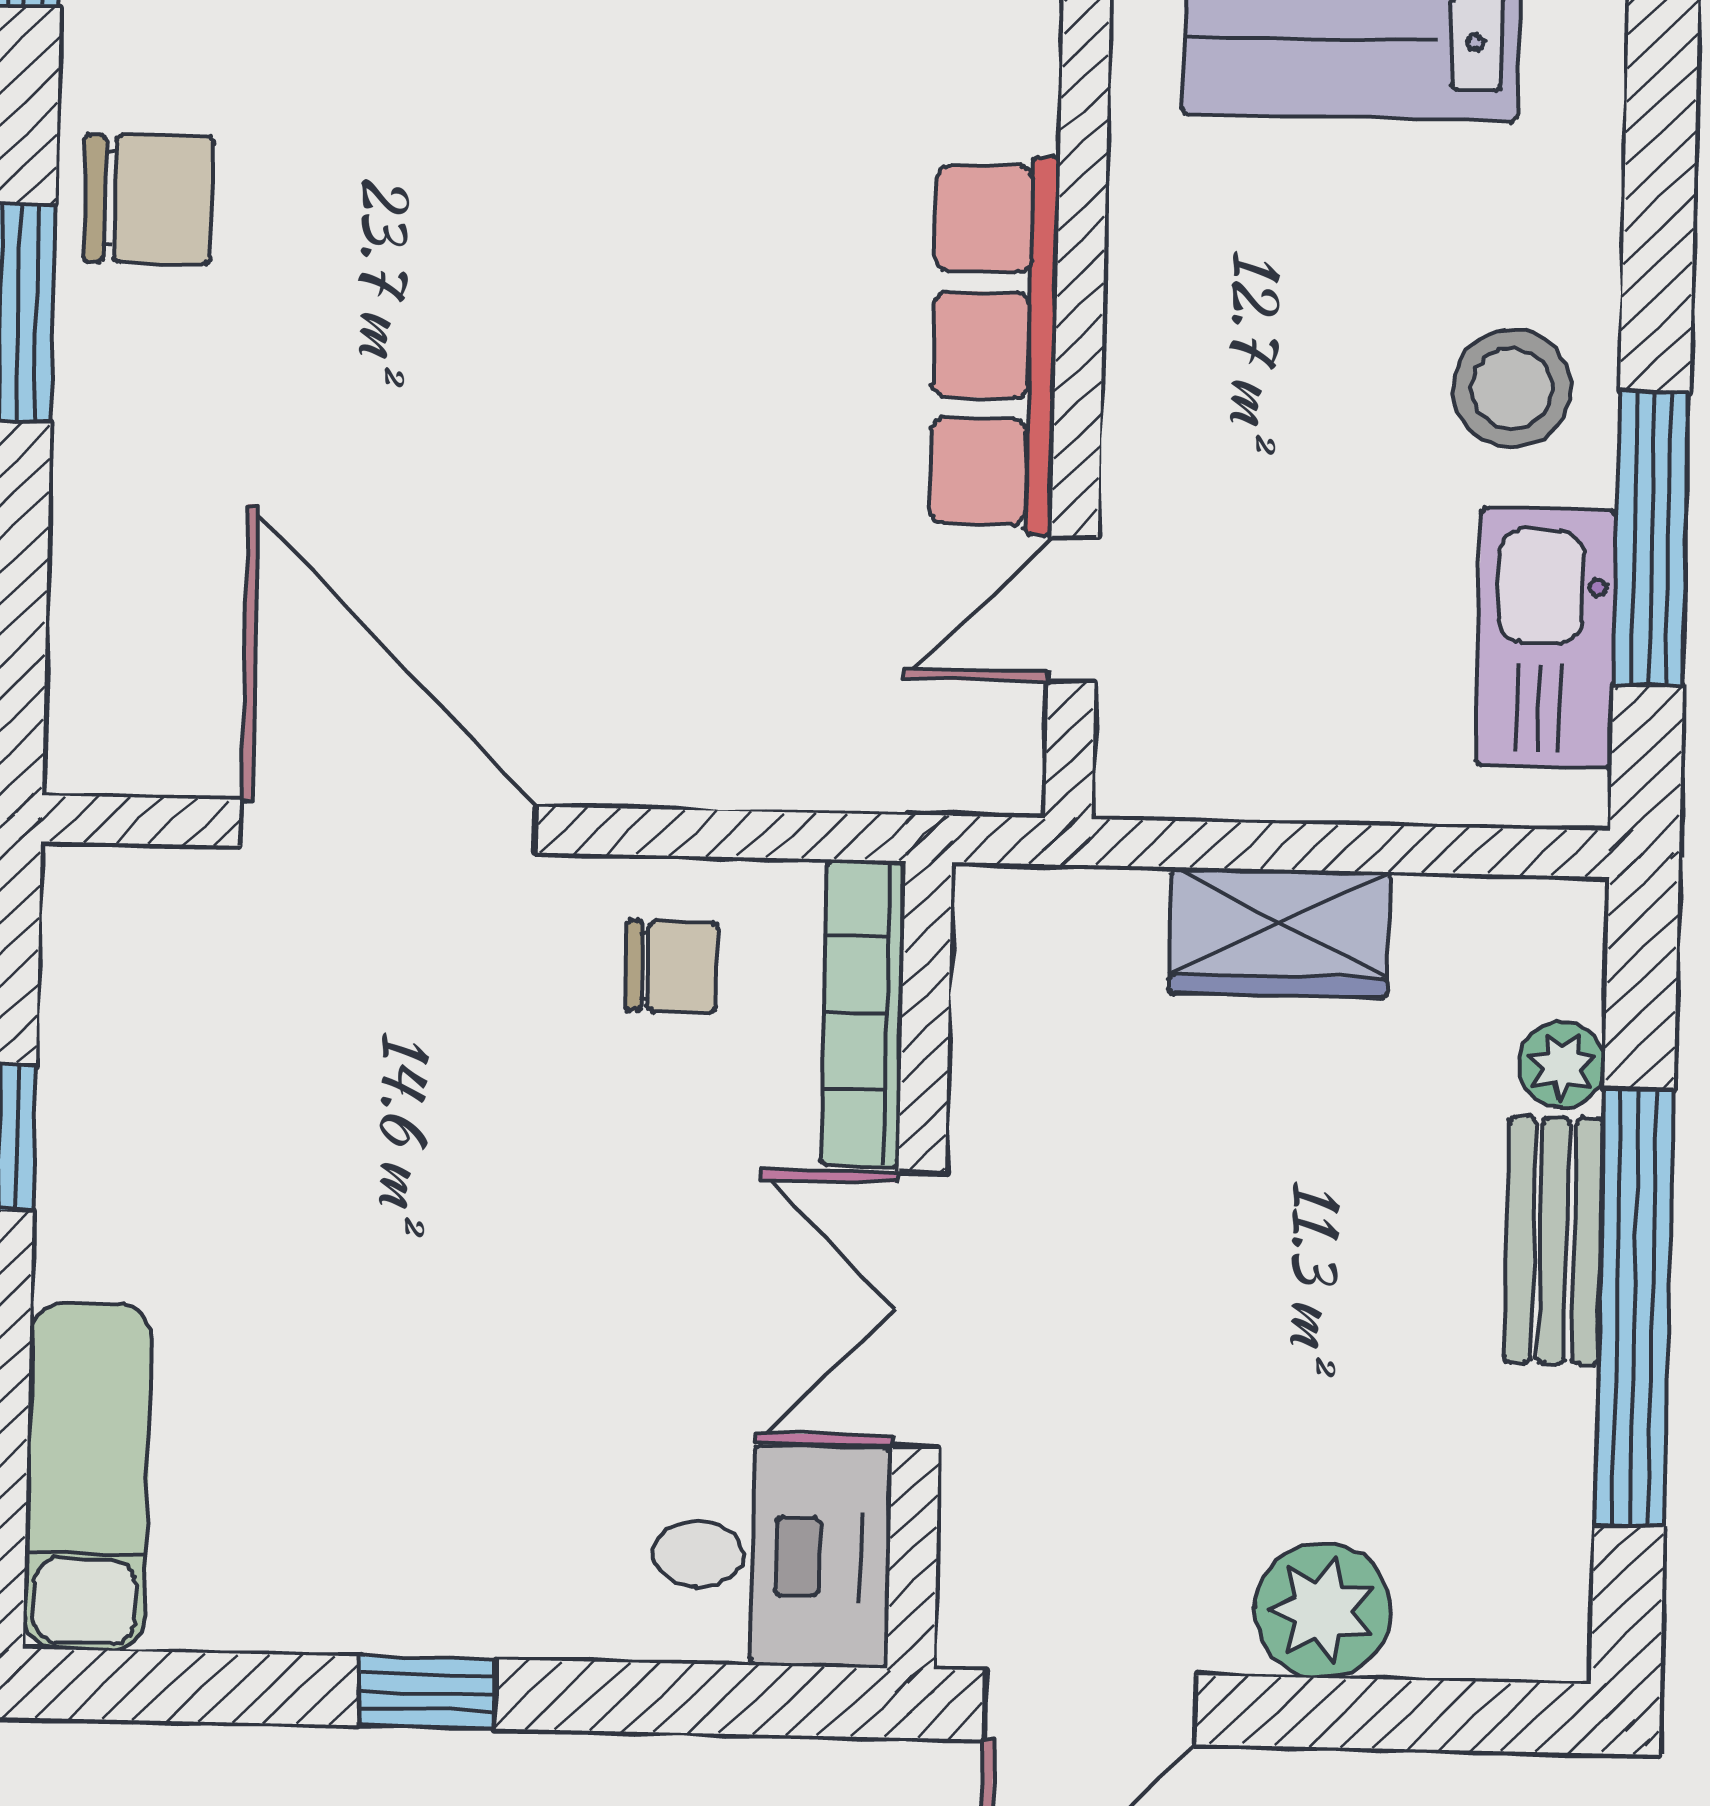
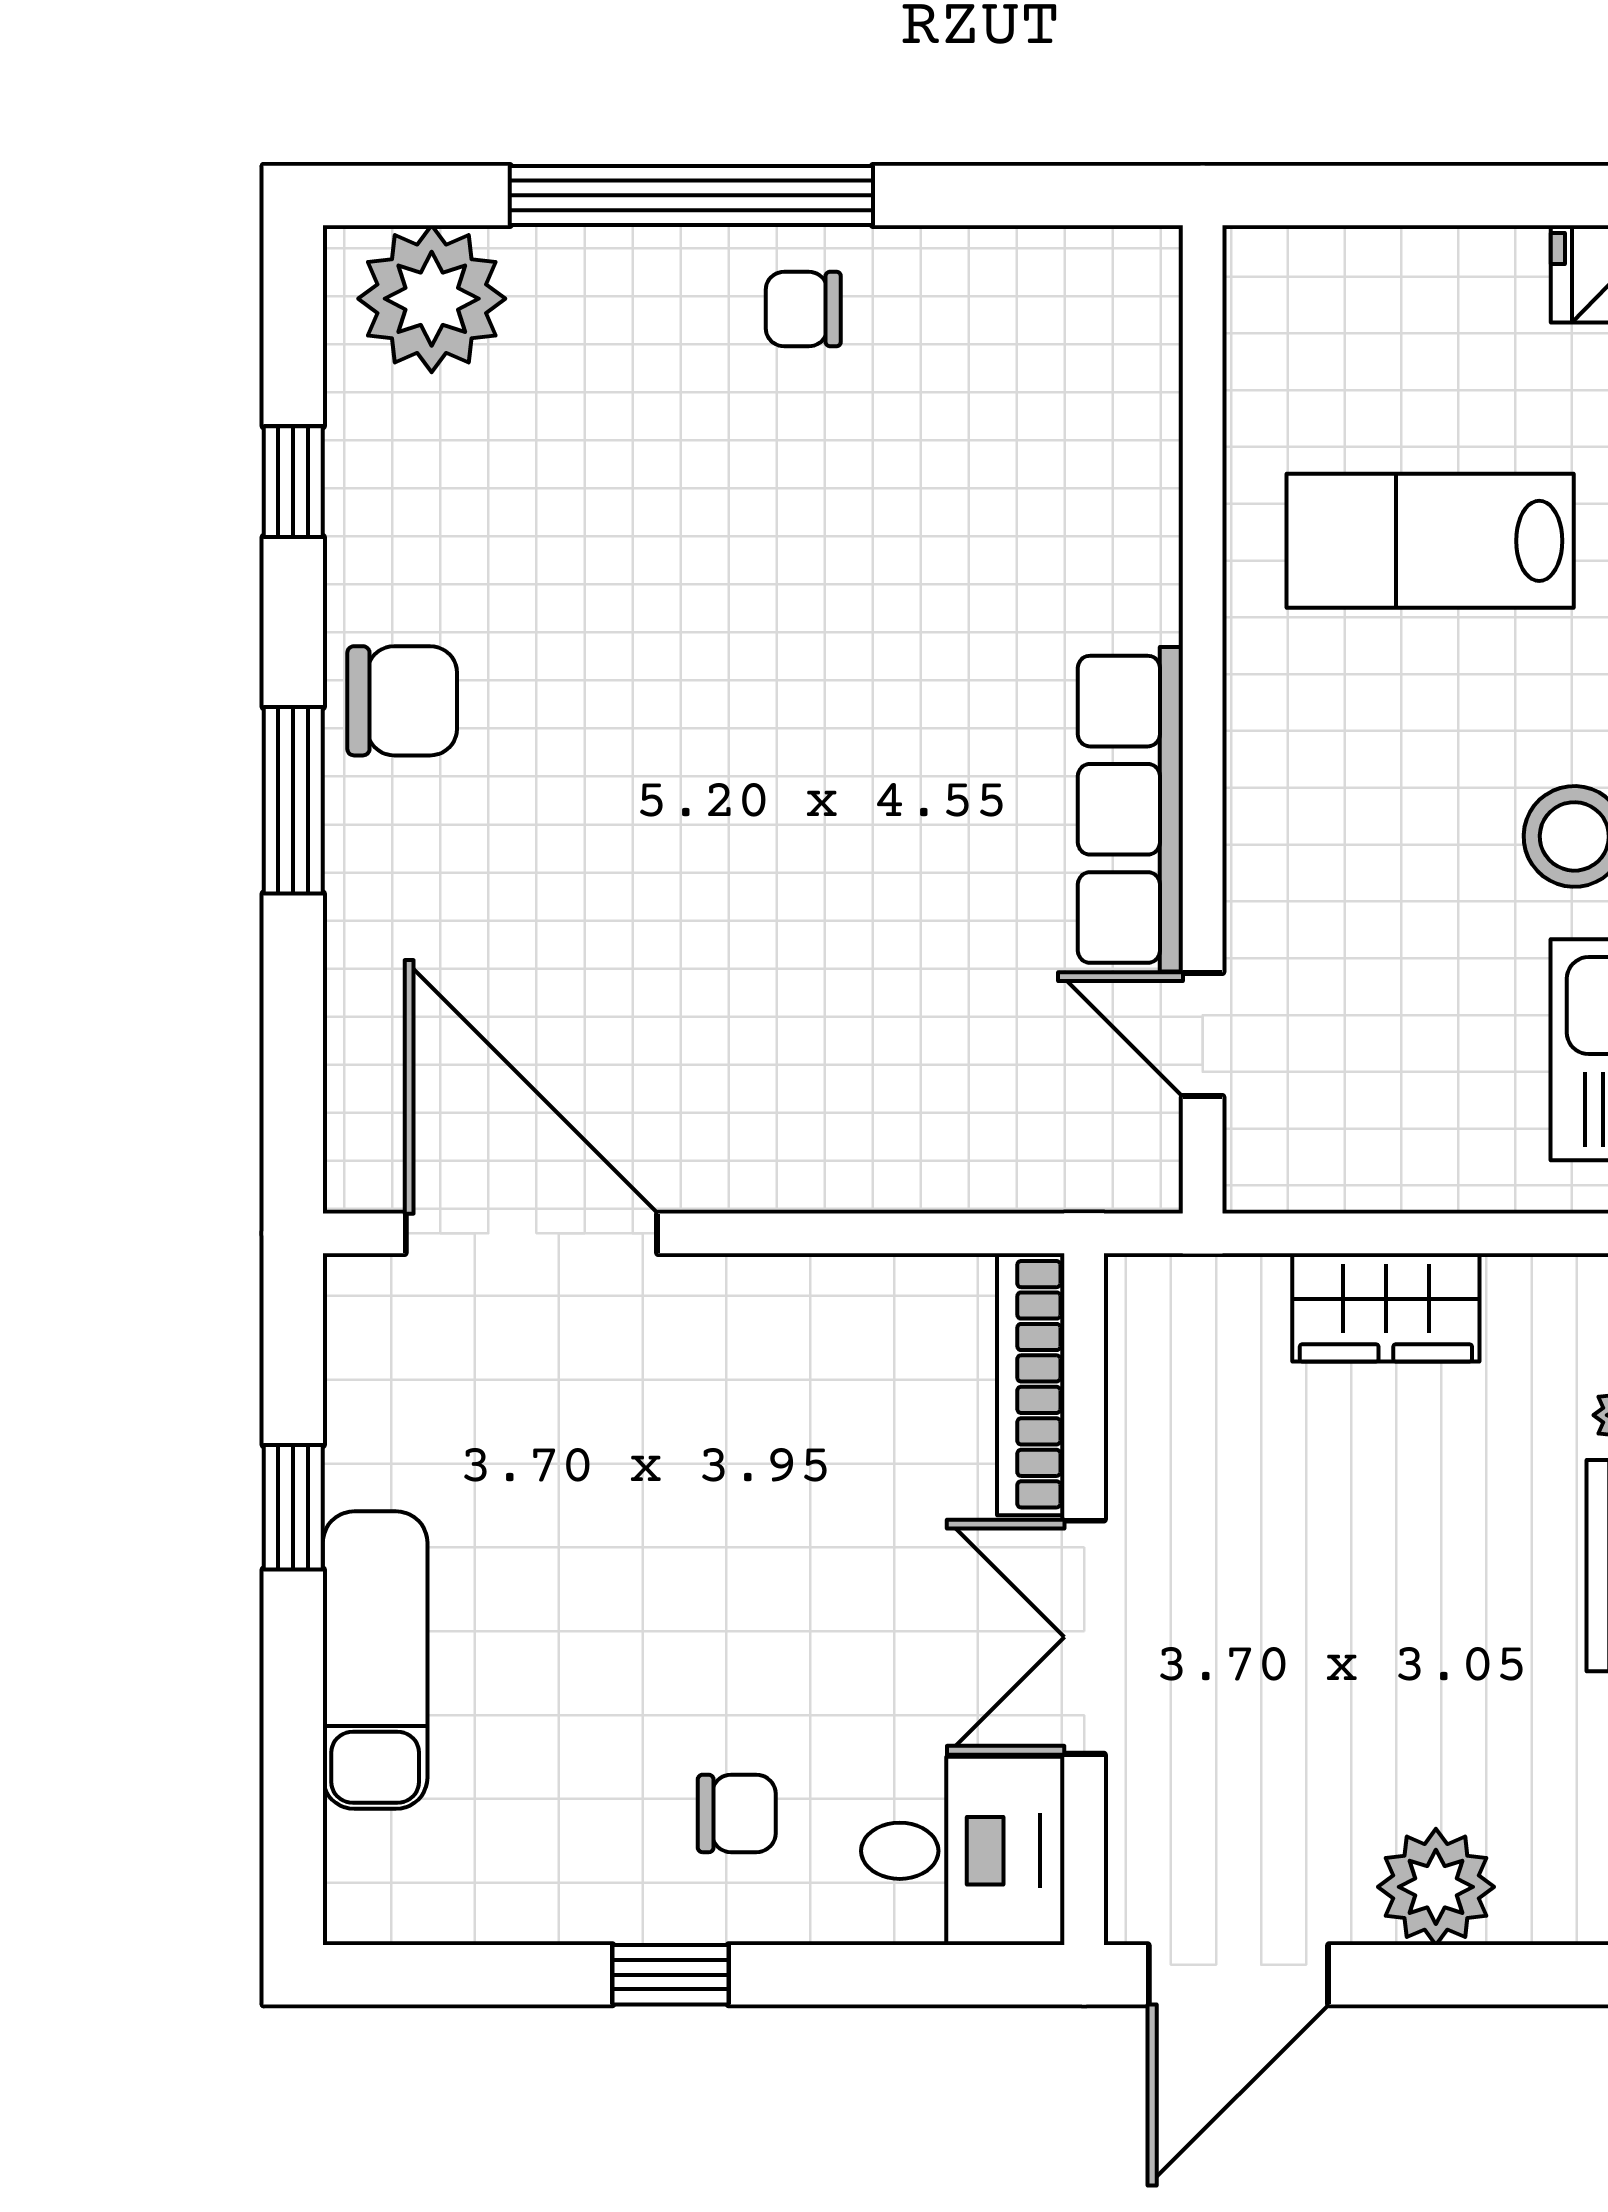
door: (1073, 610) -> (1203, 1035), hinge flipped
door: (389, 826) -> (531, 1233), moved
chair: (672, 966) -> (737, 1813), moved
exam couch: (87, 1476) -> (375, 1660), moved

